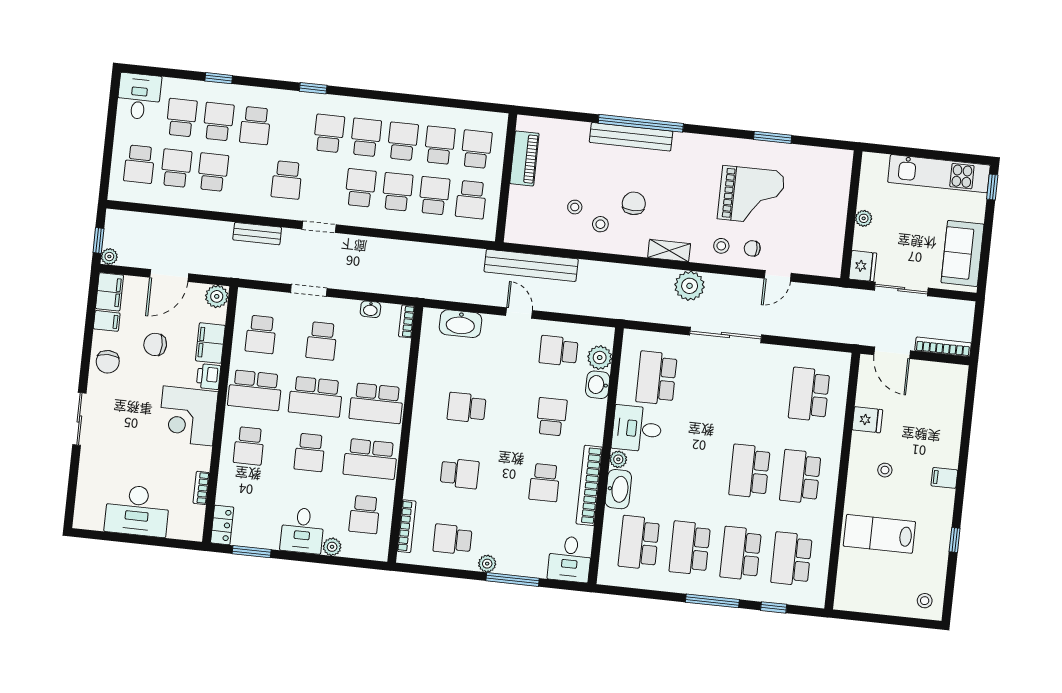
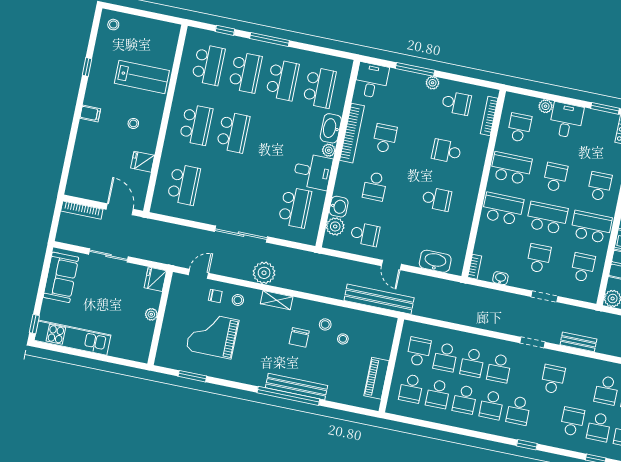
wall: (851, 215) -> (160, 318), moved
plant: (864, 218) -> (151, 314), moved
fridge: (863, 266) -> (155, 279), moved

